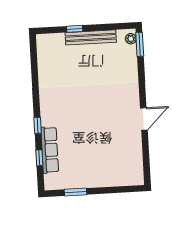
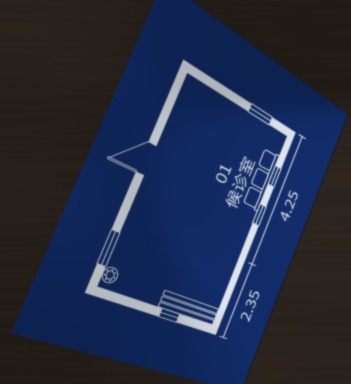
bench: (91, 37) -> (189, 308), moved
window: (140, 44) -> (109, 248), moved

